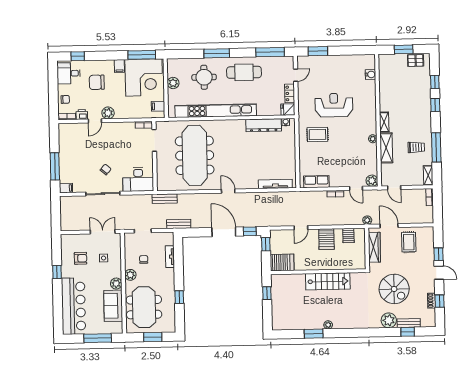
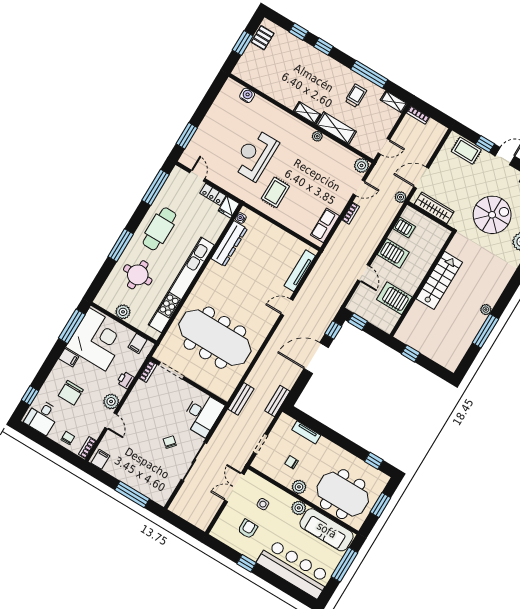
printer: (82, 115) -> (125, 380), moved
filing cabinet: (66, 188) -> (100, 459), moved
door: (228, 191) -> (287, 307), moved
rug: (409, 242) -> (466, 151), moved
server rack: (282, 263) -> (394, 298), moved, turned -90
window: (179, 297) -> (374, 461), moved
sofa: (113, 306) -> (327, 530), width x1.36
window: (314, 334) -> (485, 331), width x1.44

